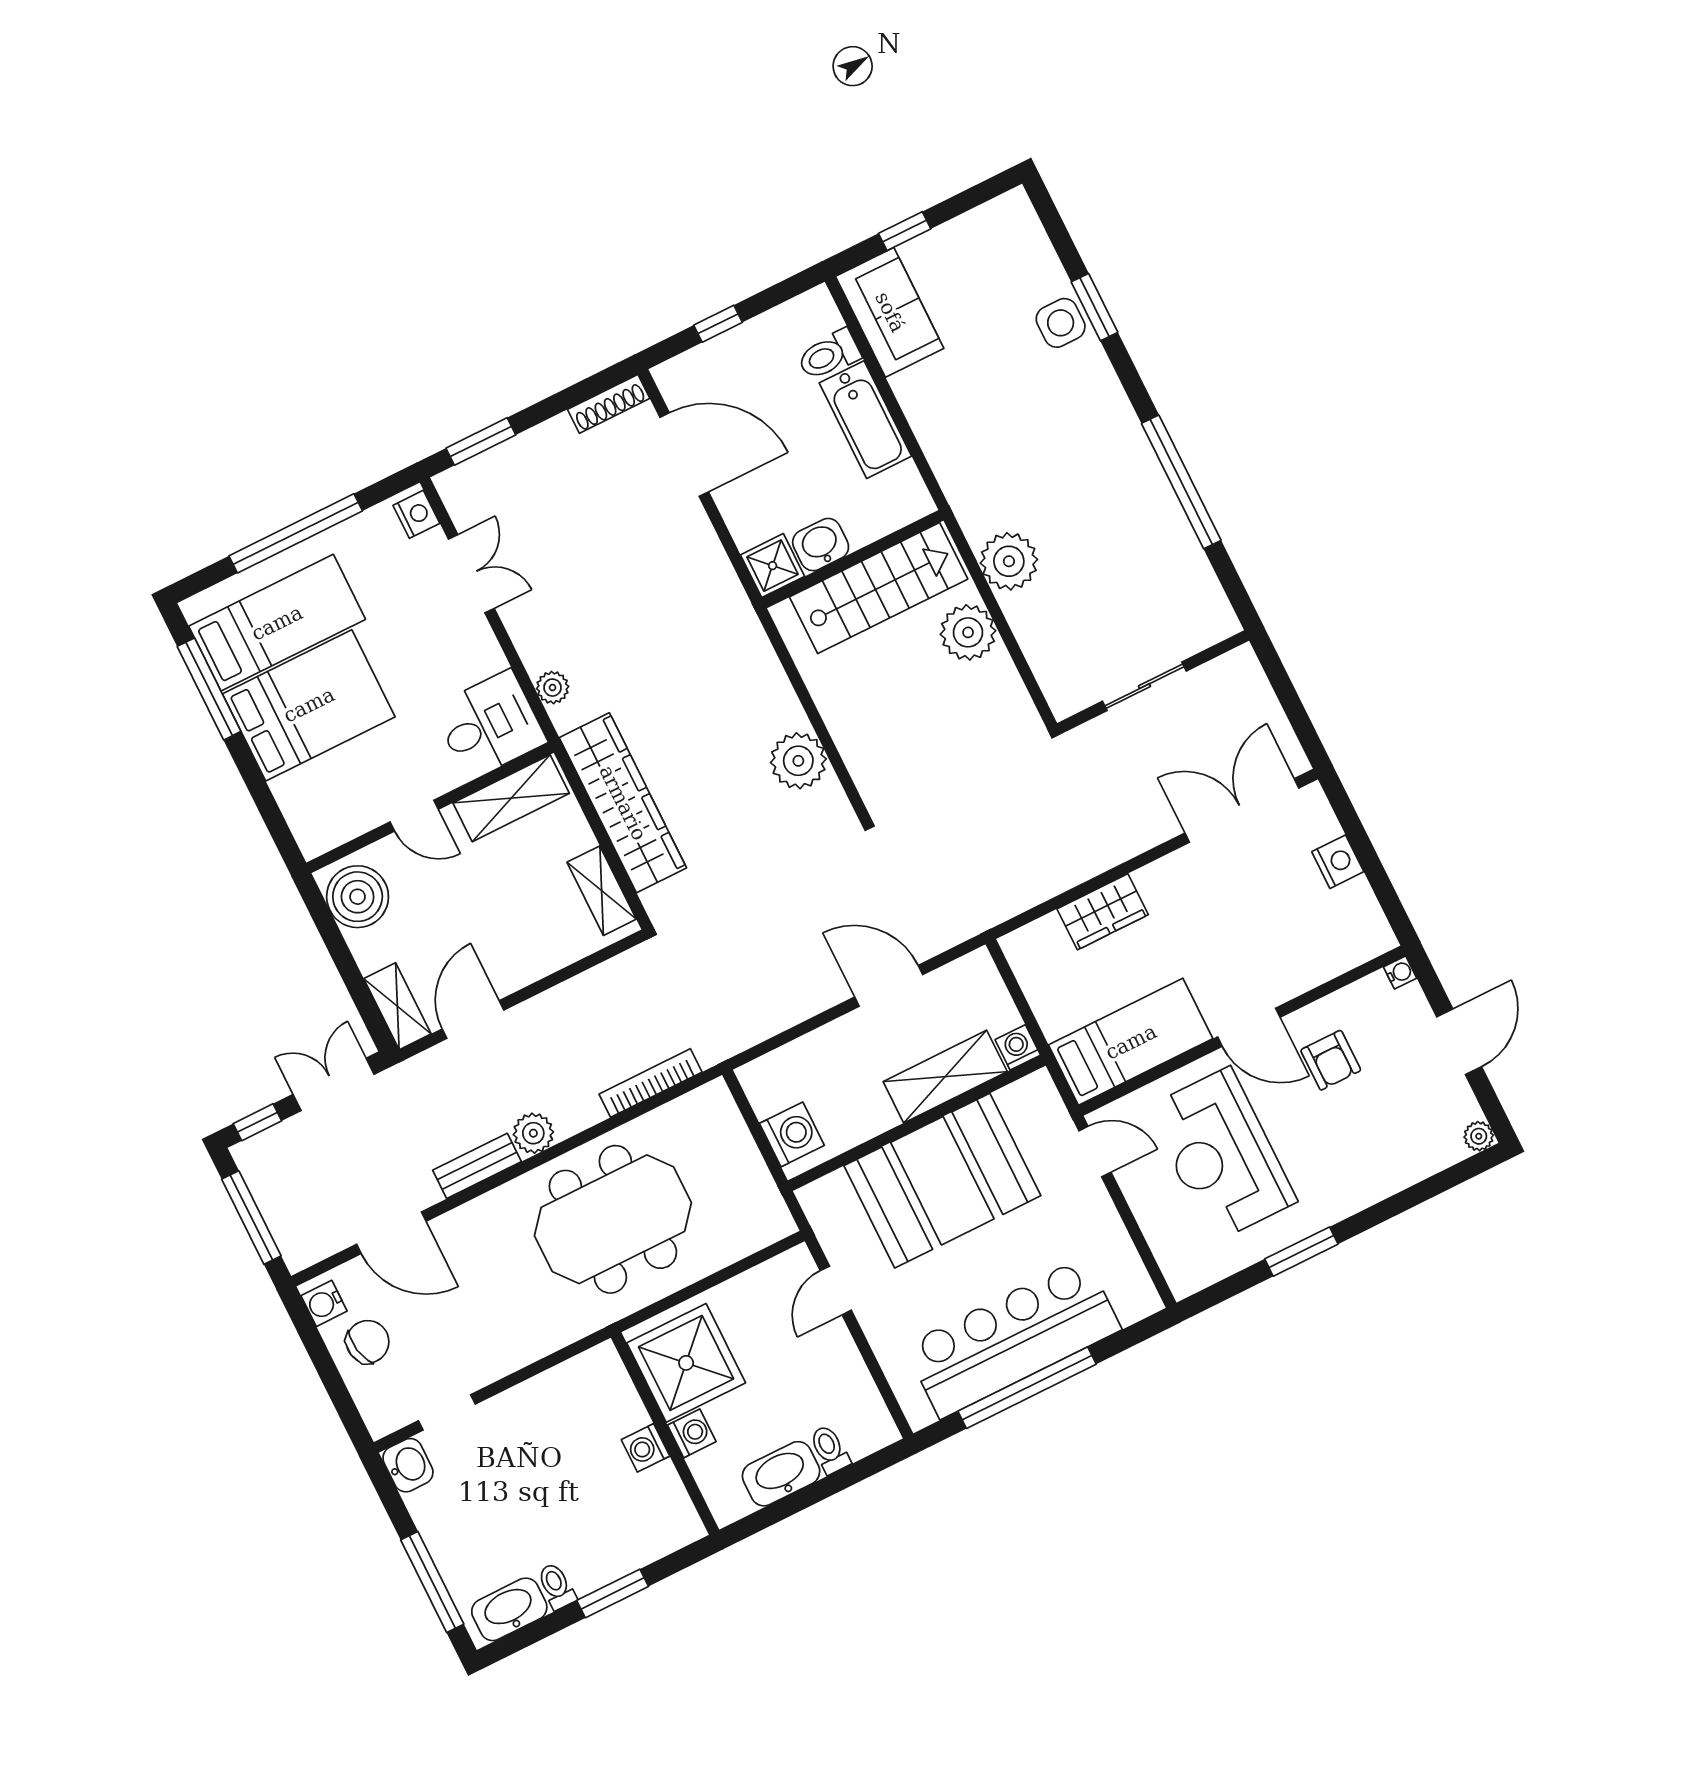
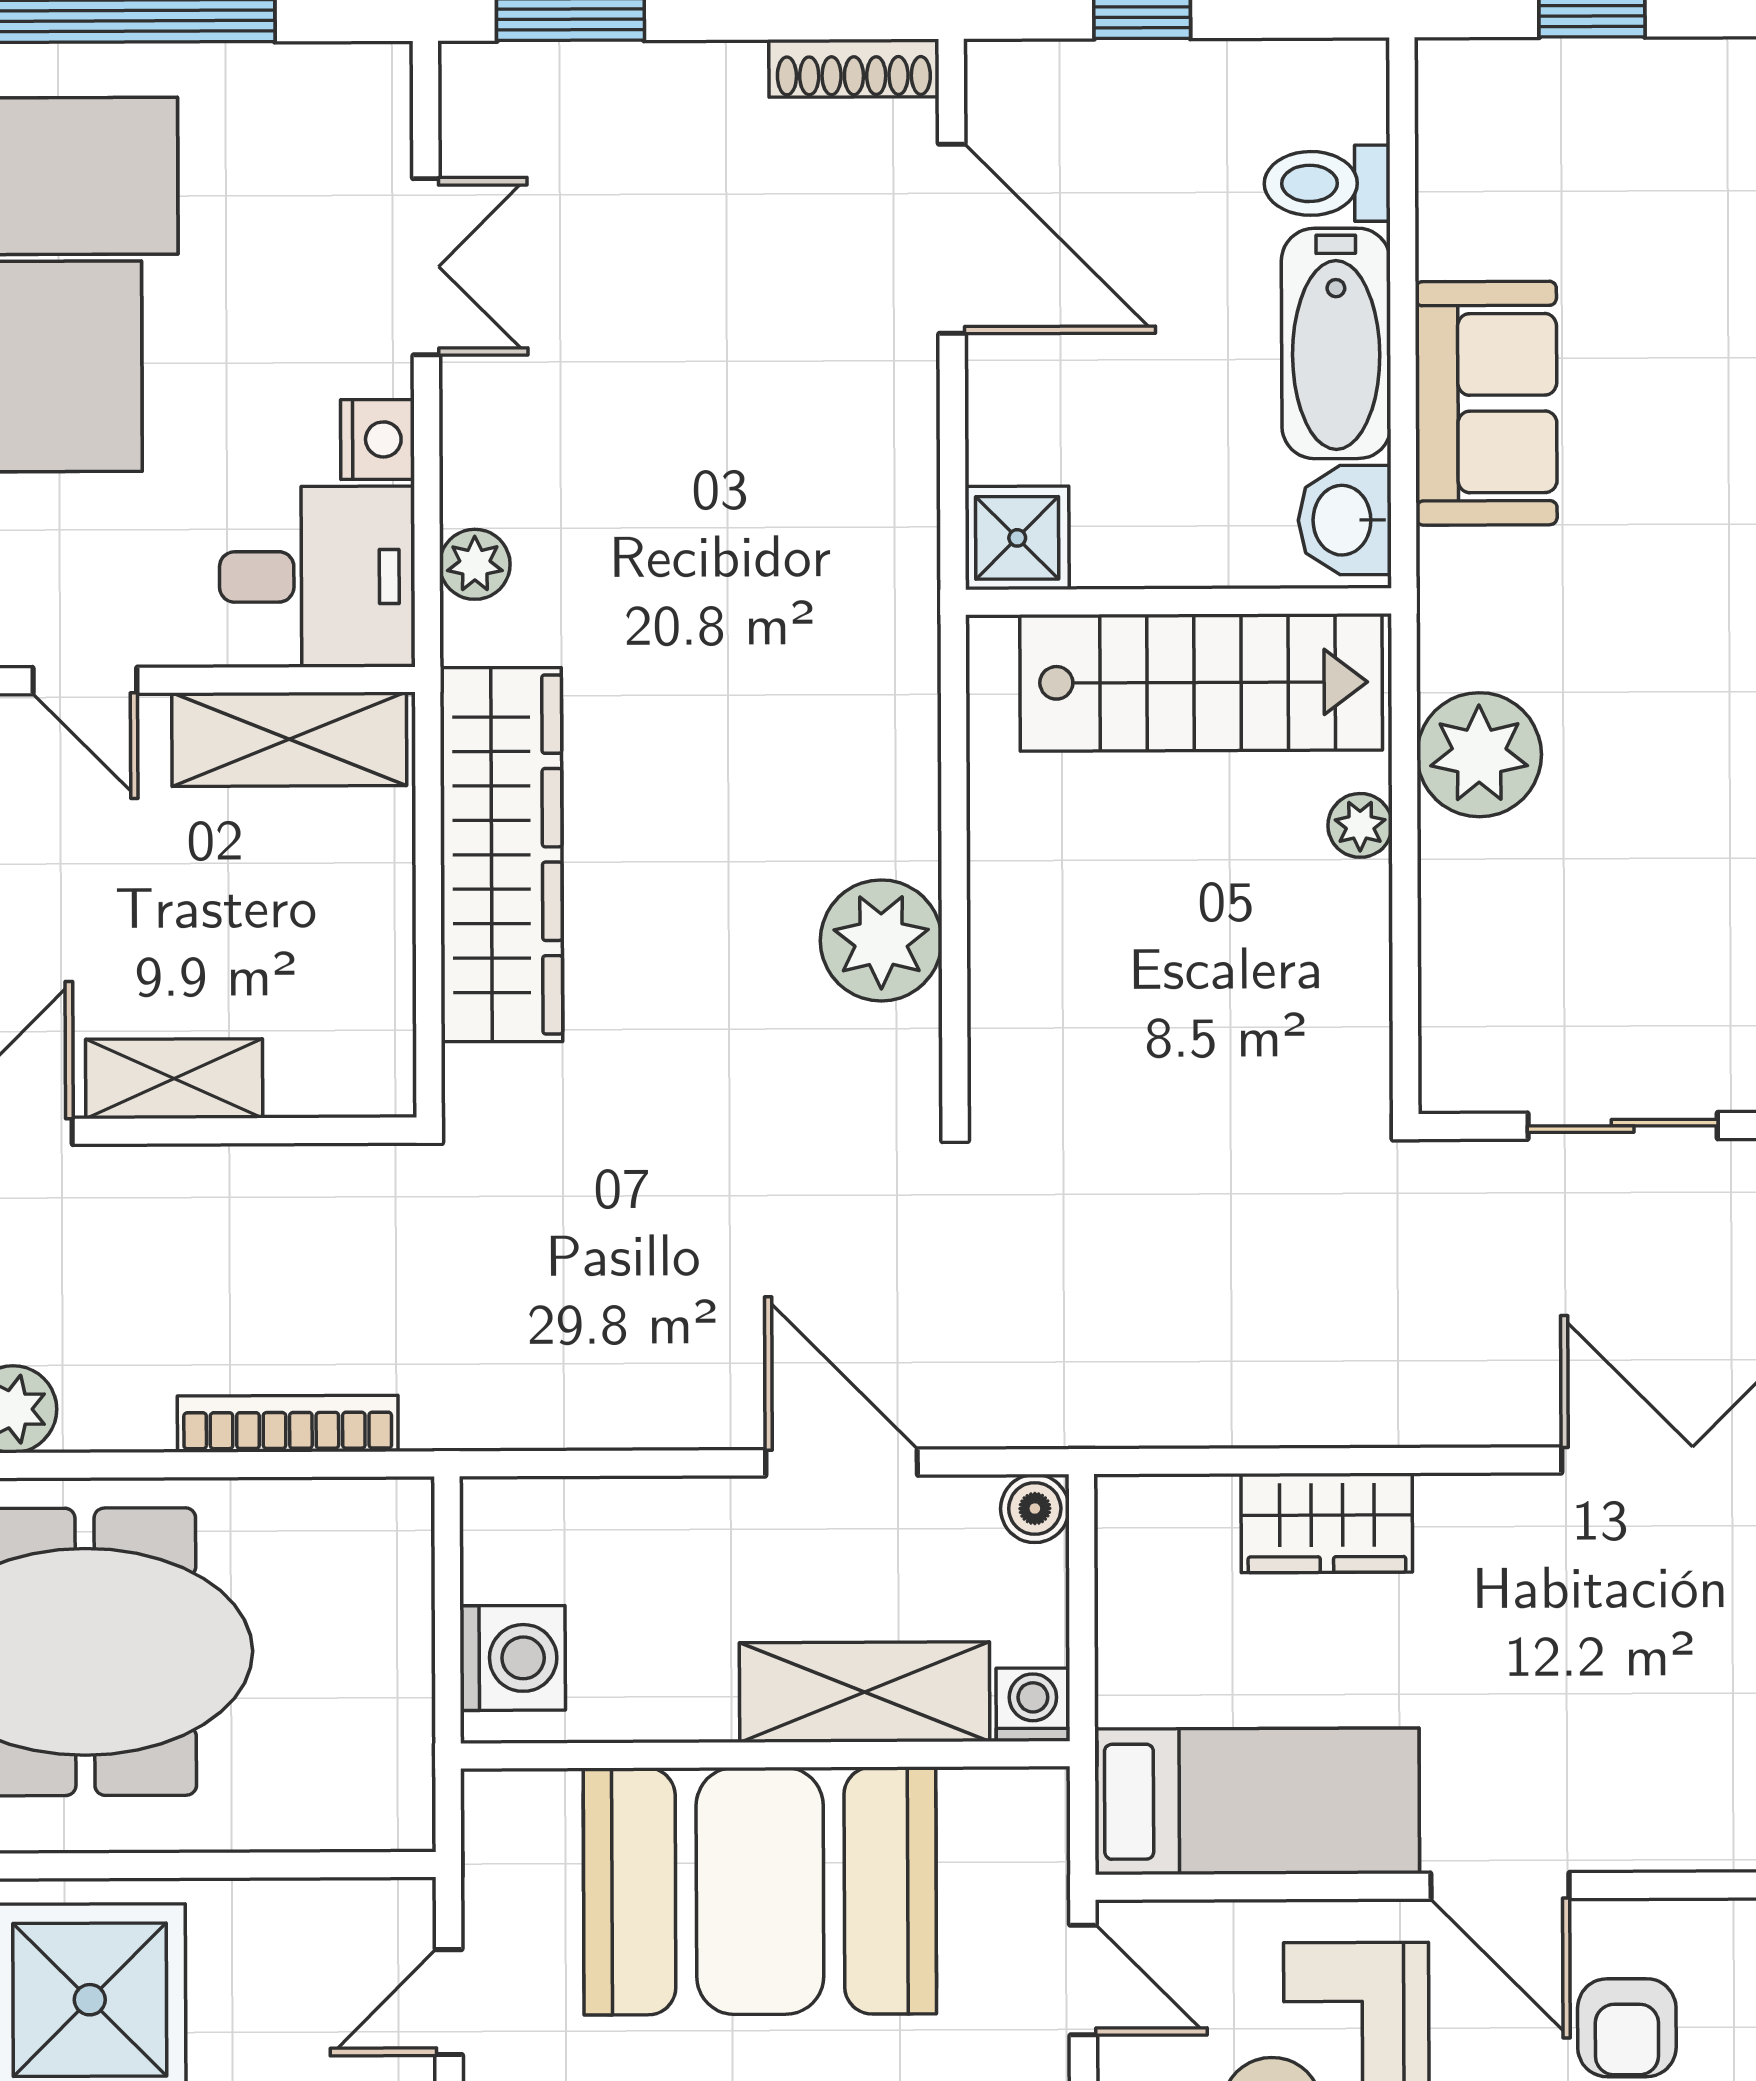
sofa: (890, 312) -> (1486, 403), moved
nightstand: (416, 514) -> (377, 439), moved
washbasin: (821, 545) -> (1345, 520), moved, turned -90
plant: (968, 632) -> (1360, 825), width x0.53, depth x0.53
shelving: (602, 891) -> (174, 1079), moved, turned 90
boiler: (978, 965) -> (1035, 1509), added

